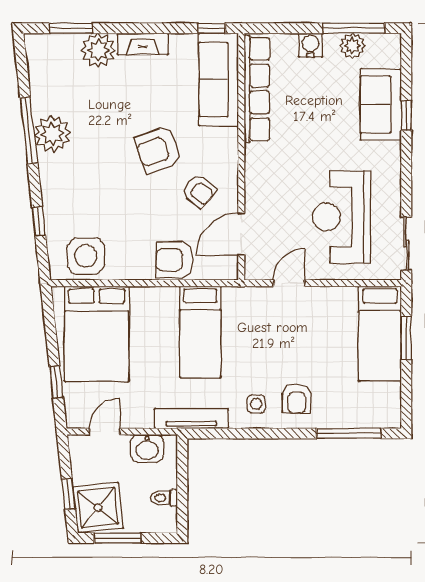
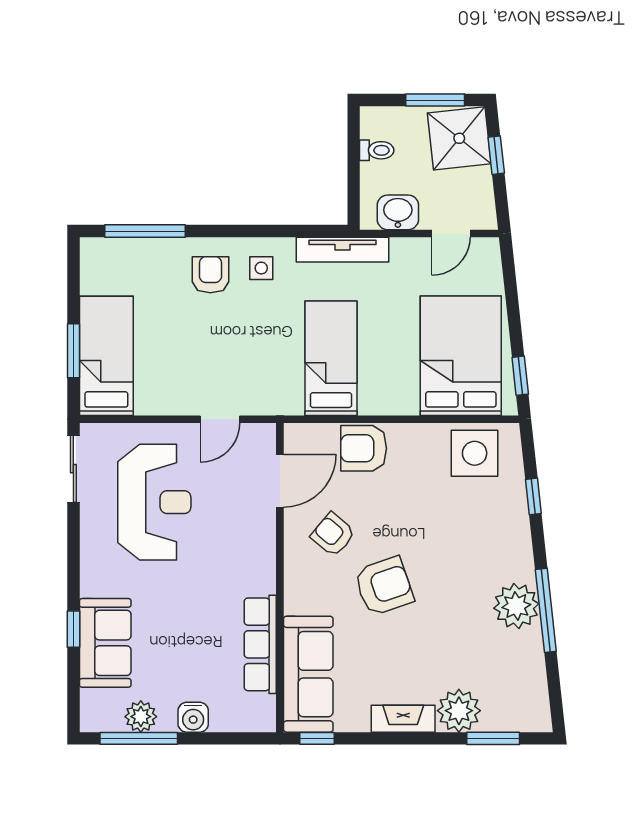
row of seats: (257, 89) -> (260, 644), width x0.73
armchair: (174, 260) -> (364, 448), turned 180
window: (56, 382) -> (520, 376), moved

